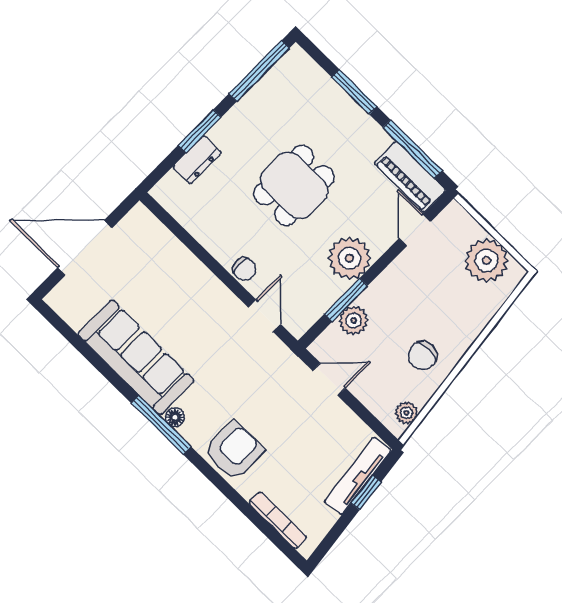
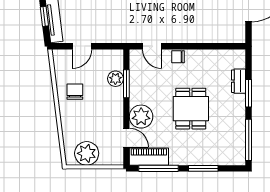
plant: (349, 258) -> (141, 117), moved
door: (329, 379) -> (82, 46), moved
plant: (406, 413) -> (59, 63), removed

